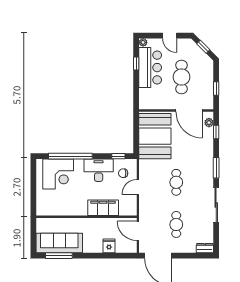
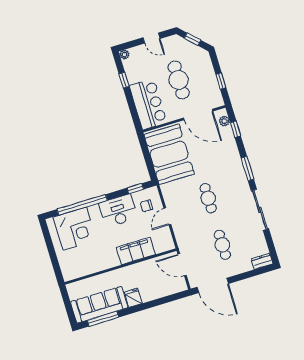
bar counter: (150, 68) -> (148, 104), moved
fridge: (109, 246) -> (133, 298), moved

